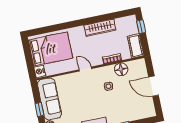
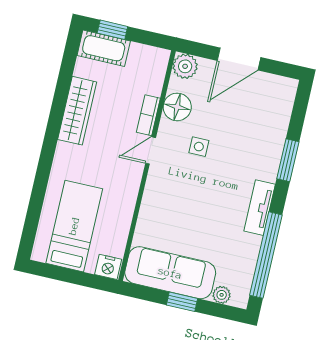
cot: (136, 46) -> (104, 48), moved
bed: (50, 49) -> (74, 226), width x0.67
plant: (140, 65) -> (185, 66), added
door: (85, 69) -> (151, 150), moved

